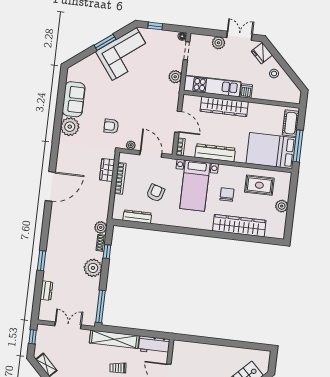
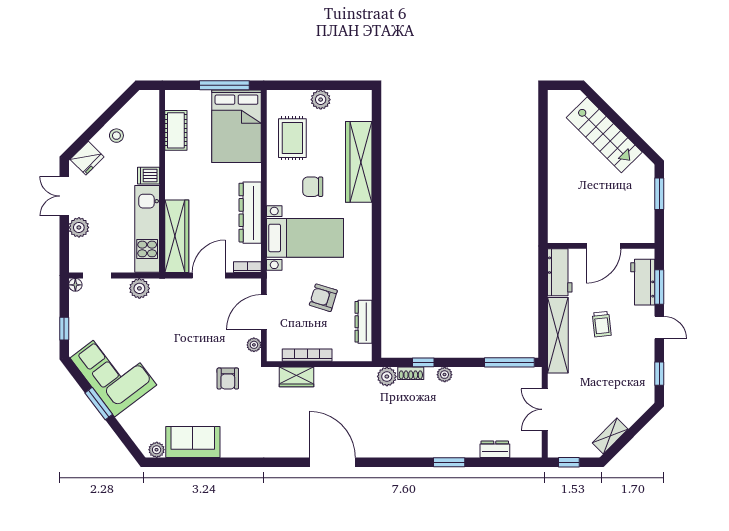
wardrobe: (224, 107) -> (177, 236), moved
cot: (291, 123) -> (176, 130), moved, turned 90
plant: (70, 127) -> (157, 450), moved, width x0.53, depth x0.53
plant: (93, 268) -> (445, 375), width x0.53, depth x0.53

